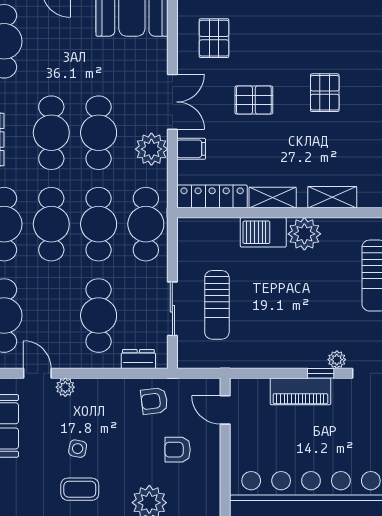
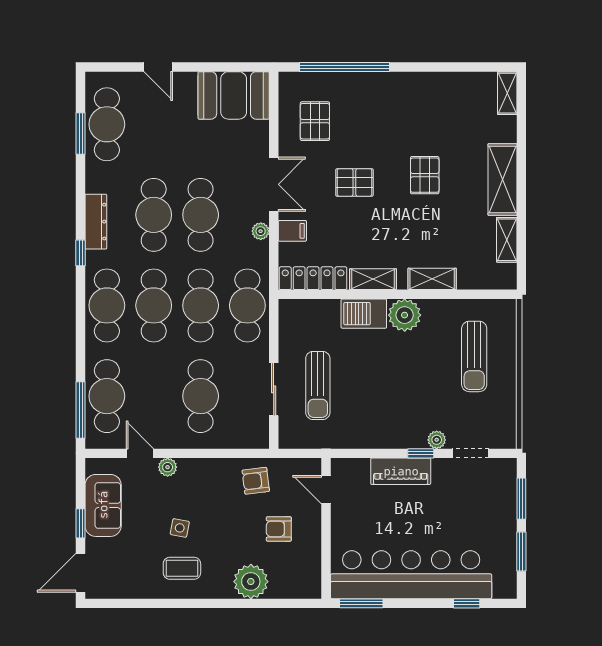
plant: (151, 149) -> (261, 231), width x0.53, depth x0.53
dresser: (138, 359) -> (240, 439), removed

